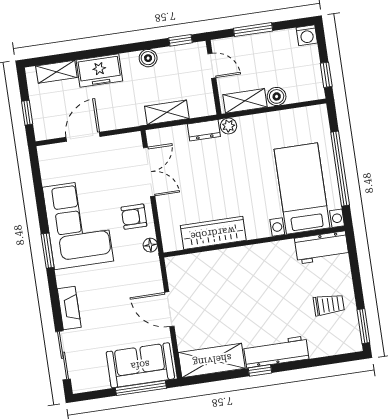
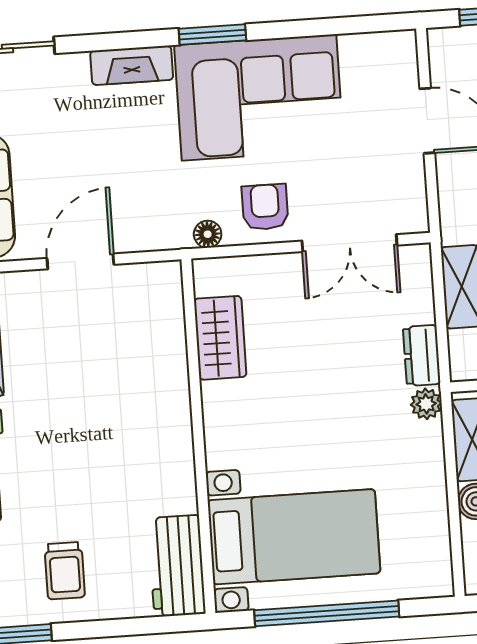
wardrobe: (213, 233) -> (220, 338), width x0.67
fireplace: (69, 308) -> (132, 65), moved

